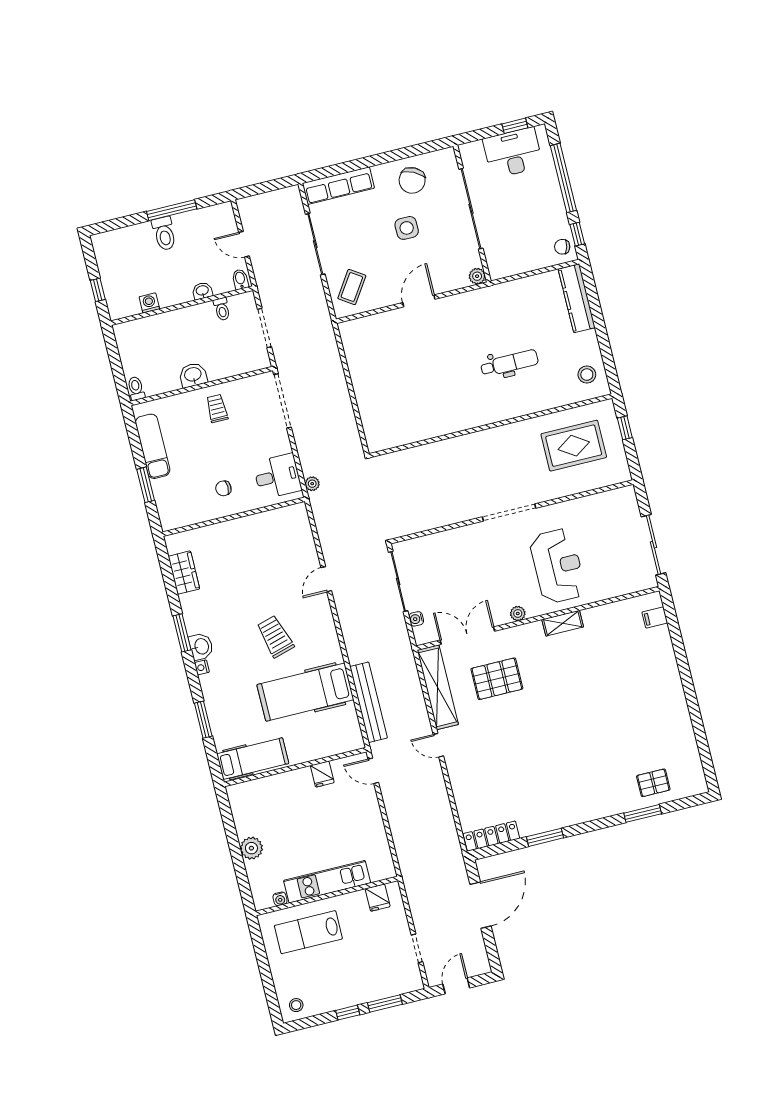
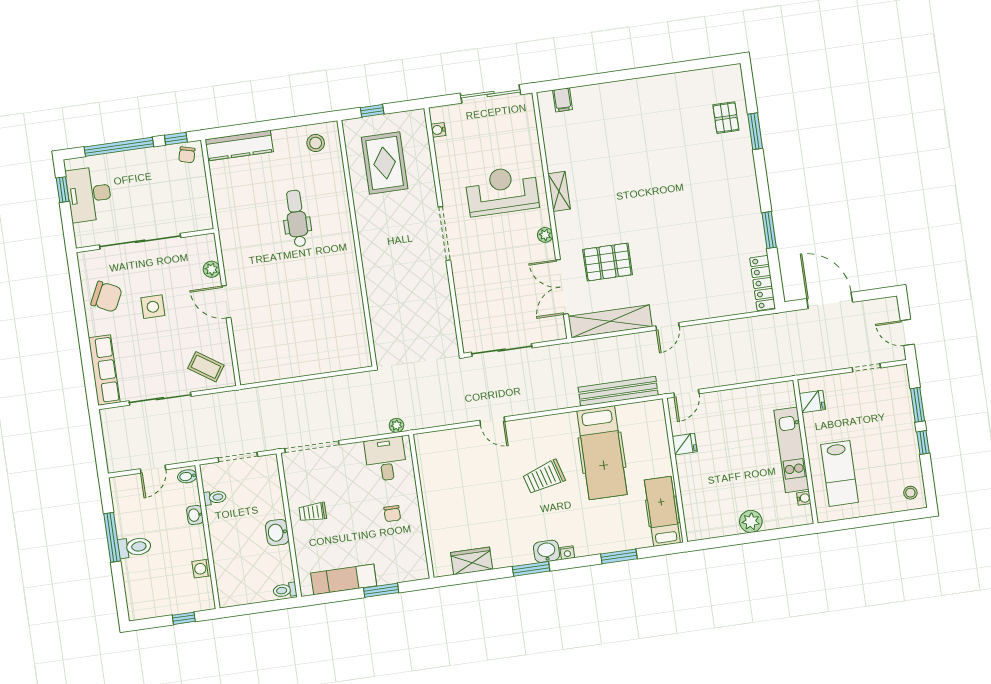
plant: (477, 276) -> (211, 269), moved
water cooler: (416, 619) -> (438, 130), moved, turned 90
pallet: (497, 679) -> (608, 262), turned 90

